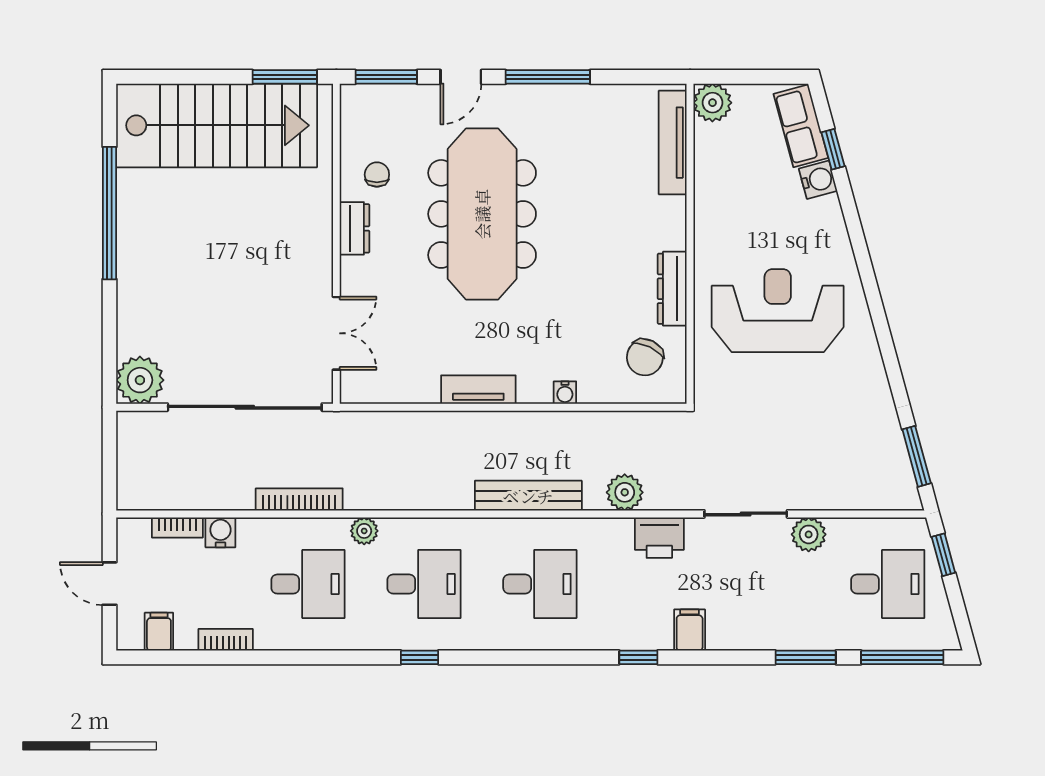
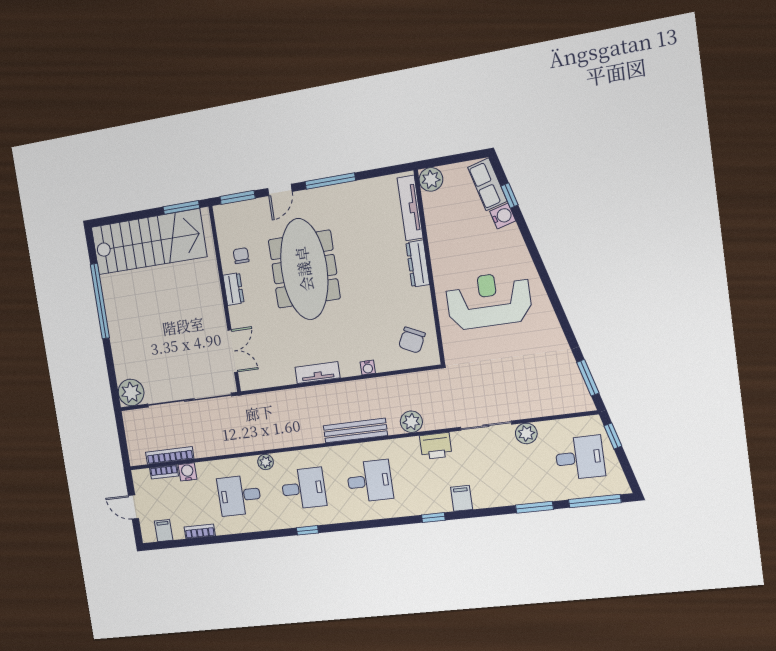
dresser: (672, 289) -> (418, 264), moved
bookcase: (299, 499) -> (170, 455), moved
desk: (308, 584) -> (239, 495), turned 180

